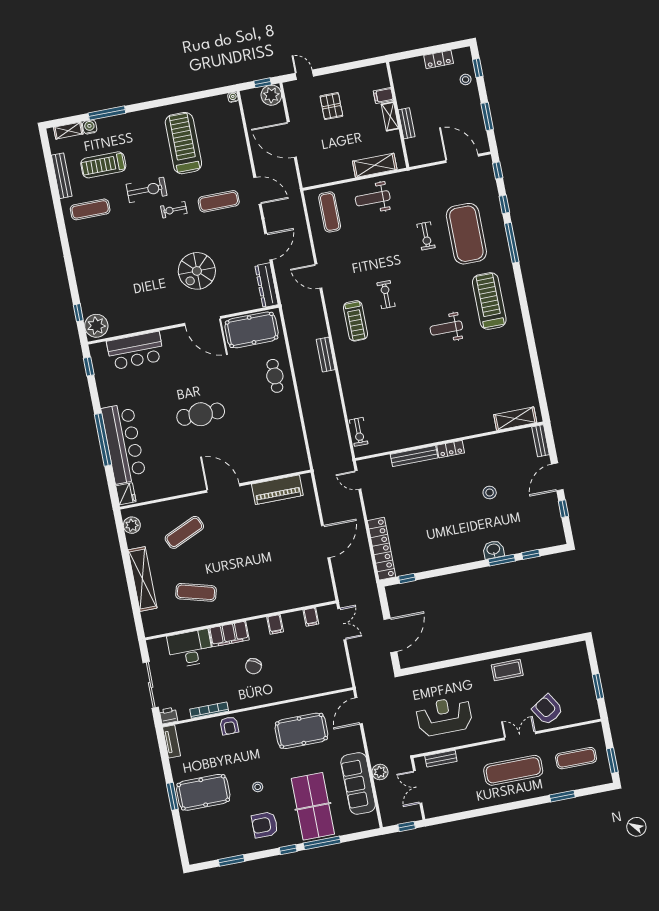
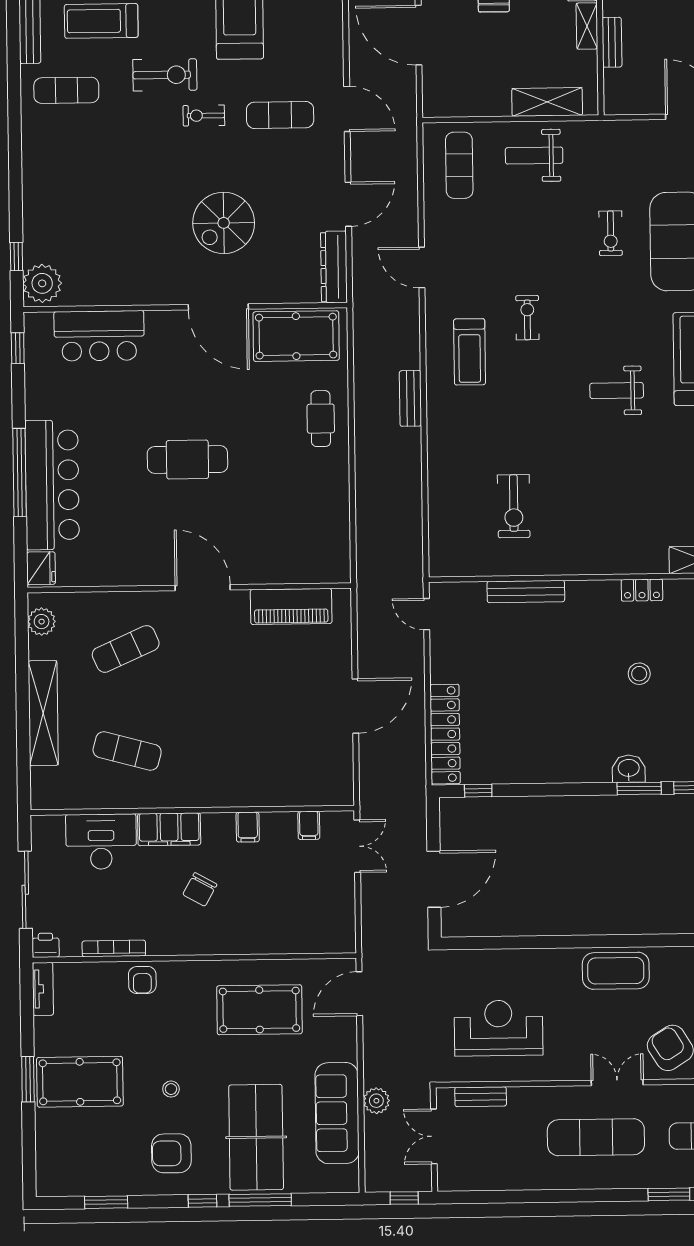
exercise bike: (359, 432) -> (514, 506), moved, width x1.38, depth x1.39
locker: (451, 449) -> (642, 590), moved
coffee table: (507, 670) -> (616, 971), width x1.36, depth x1.32

